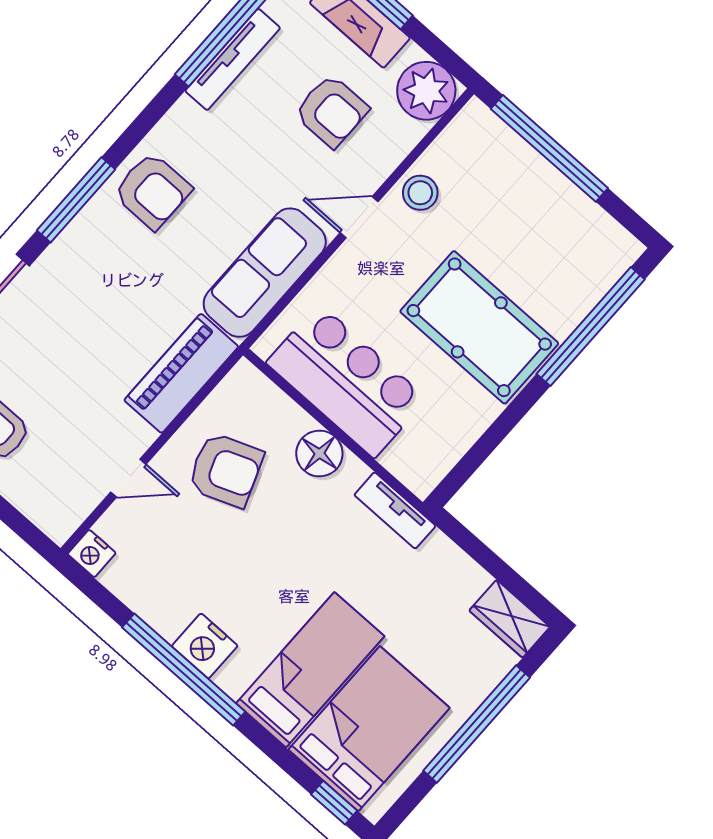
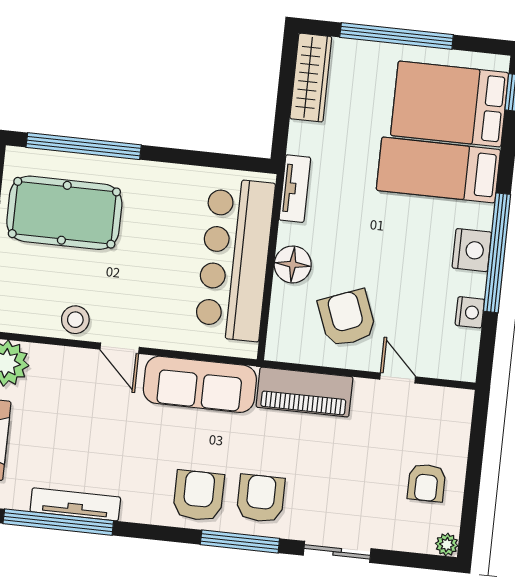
armchair: (332, 111) -> (261, 498), moved
pool table: (479, 327) -> (64, 213), moved, turned 90
bar counter: (347, 381) -> (235, 259), width x1.36
nightstand: (92, 554) -> (470, 312), moved
wardrobe: (510, 619) -> (311, 78), width x1.50

